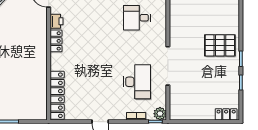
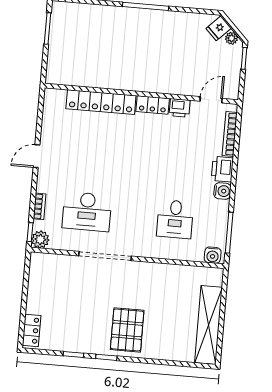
desk: (137, 18) -> (175, 219), turned 180
locker: (57, 95) -> (101, 102), moved

